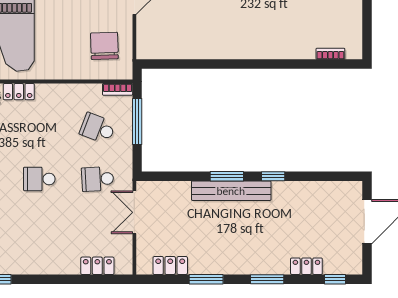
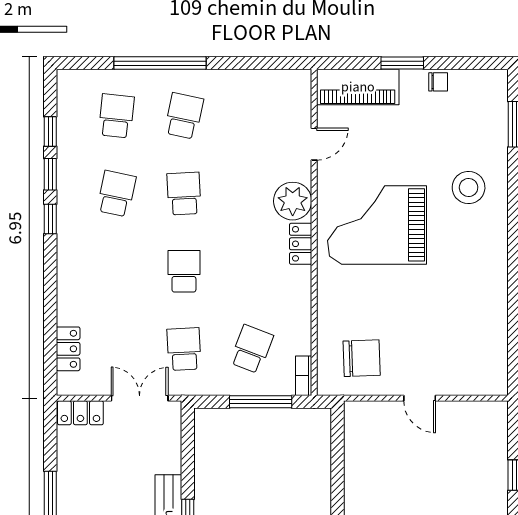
locker: (170, 265) -> (80, 413), moved, turned 90

